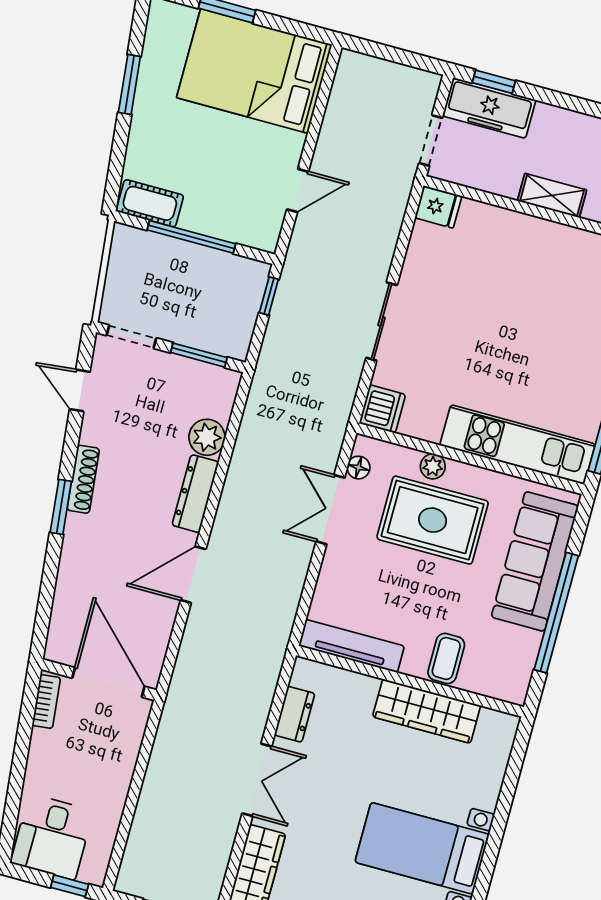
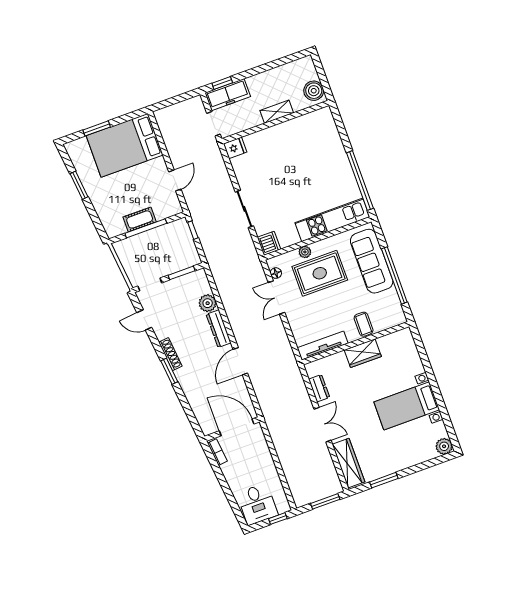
cot: (150, 203) -> (140, 219), moved
wardrobe: (427, 711) -> (363, 353), width x0.67

